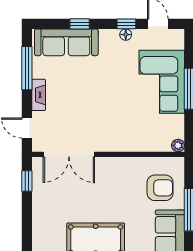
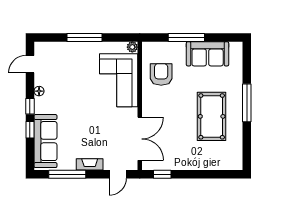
window: (126, 24) -> (30, 106), moved
corner sofa: (162, 82) -> (119, 80), moved, turned 90
armchair: (160, 188) -> (161, 74), moved

